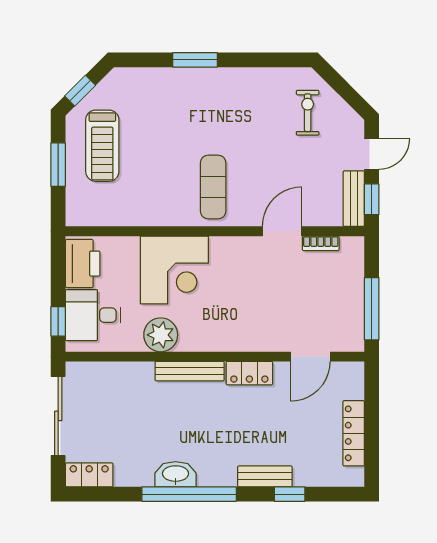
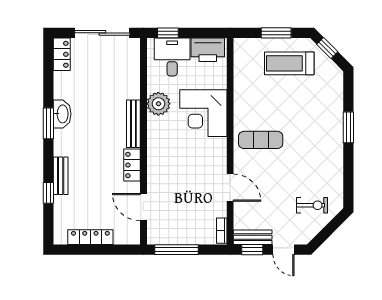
bookcase: (321, 243) -> (222, 231), moved
window: (189, 494) -> (48, 123), width x0.47

